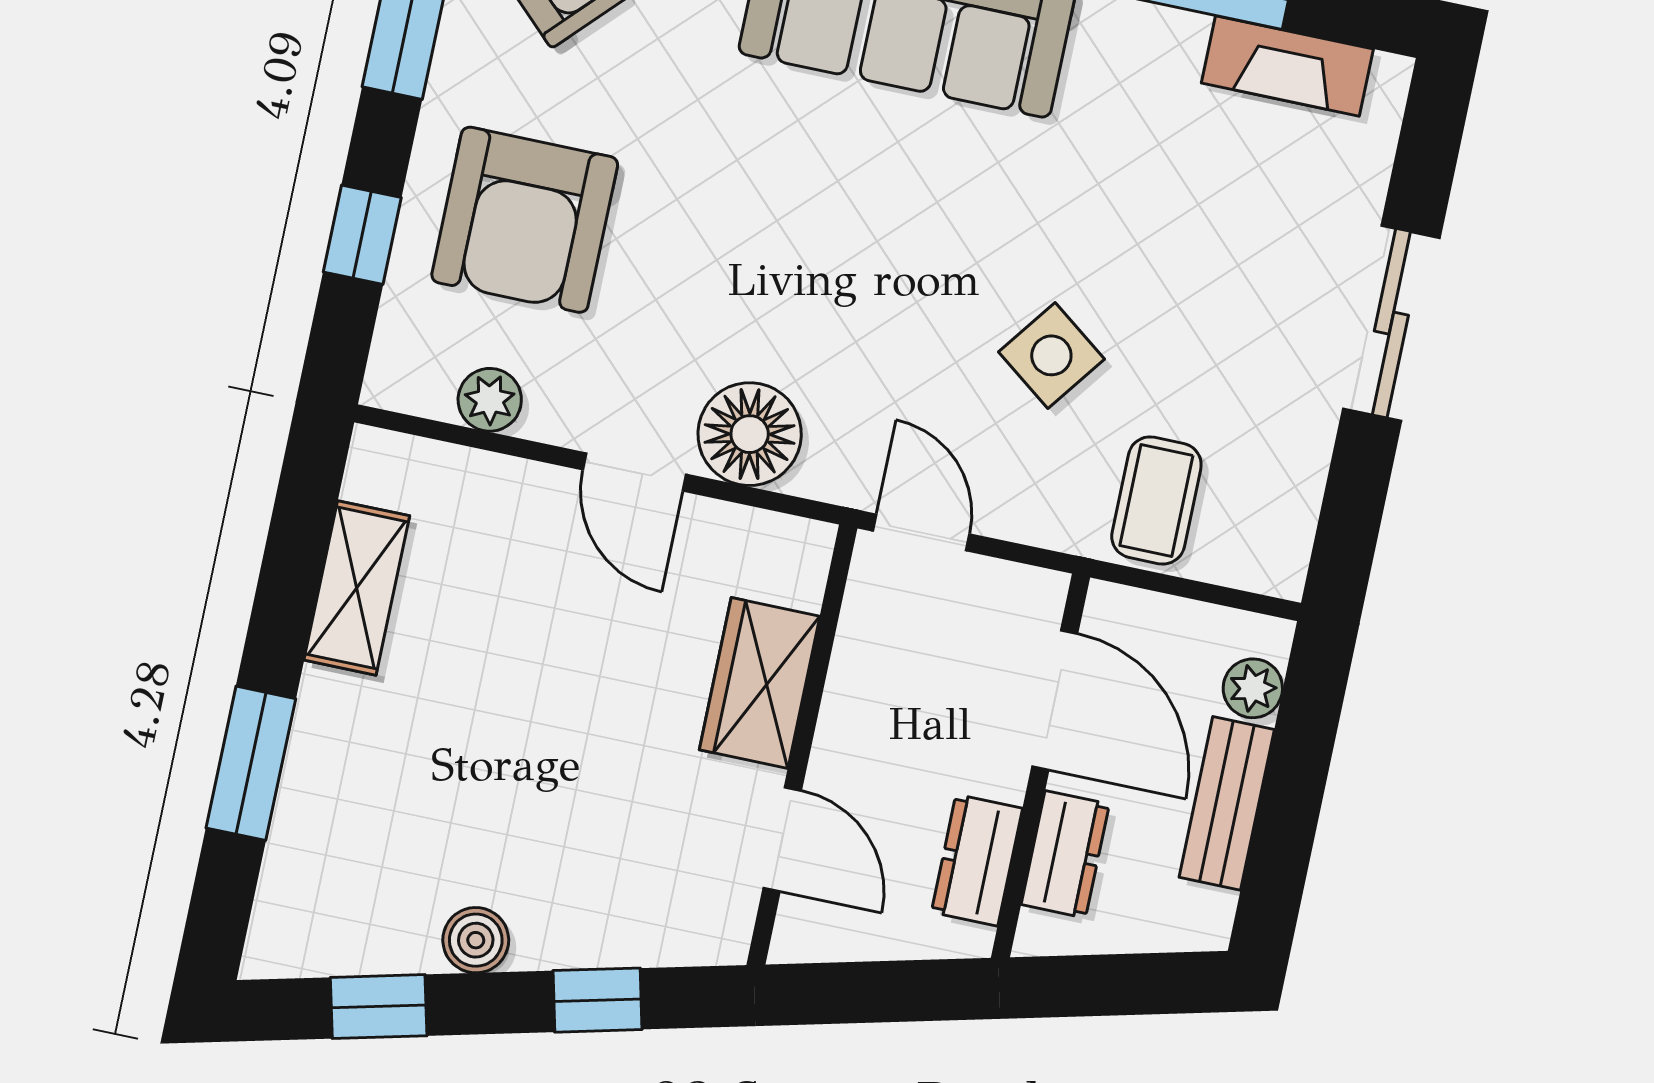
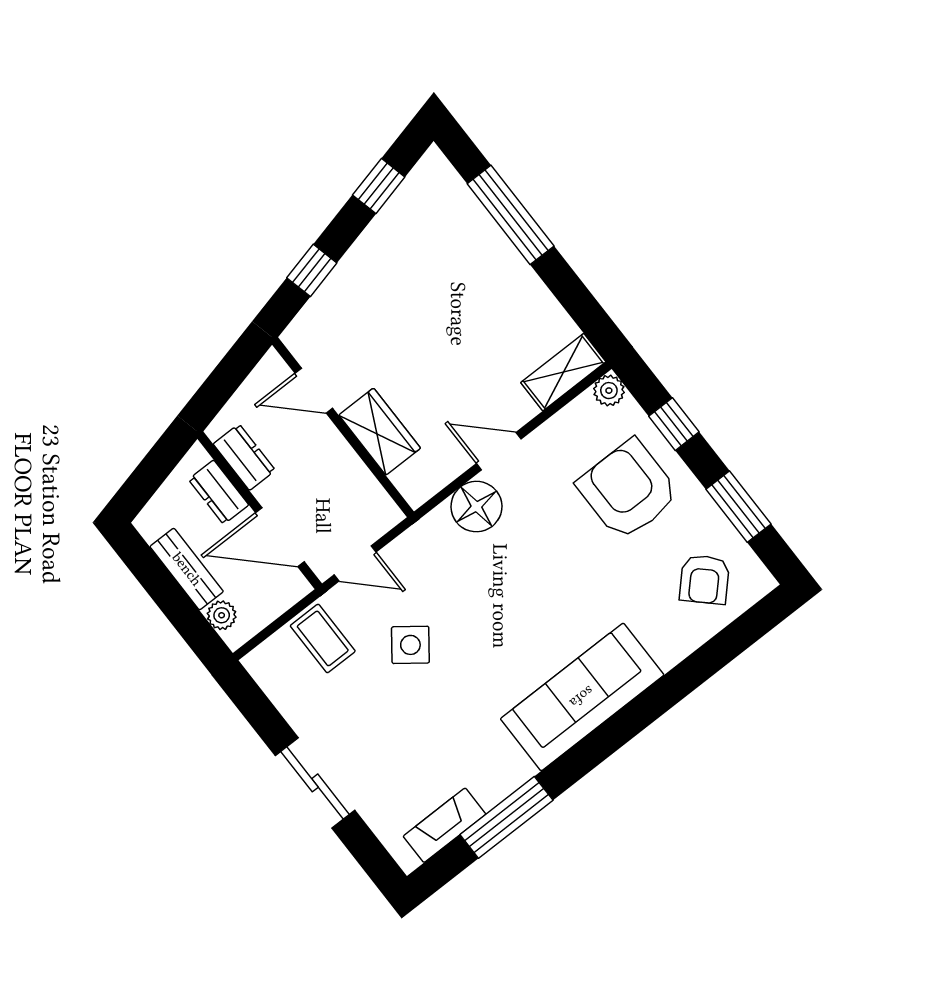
plant: (490, 400) -> (609, 391), moved
door: (921, 532) -> (355, 563), moved
shelving: (357, 588) -> (563, 372), moved, turned 90
window: (251, 763) -> (511, 215), width x1.44
boiler: (476, 940) -> (373, 243), removed

